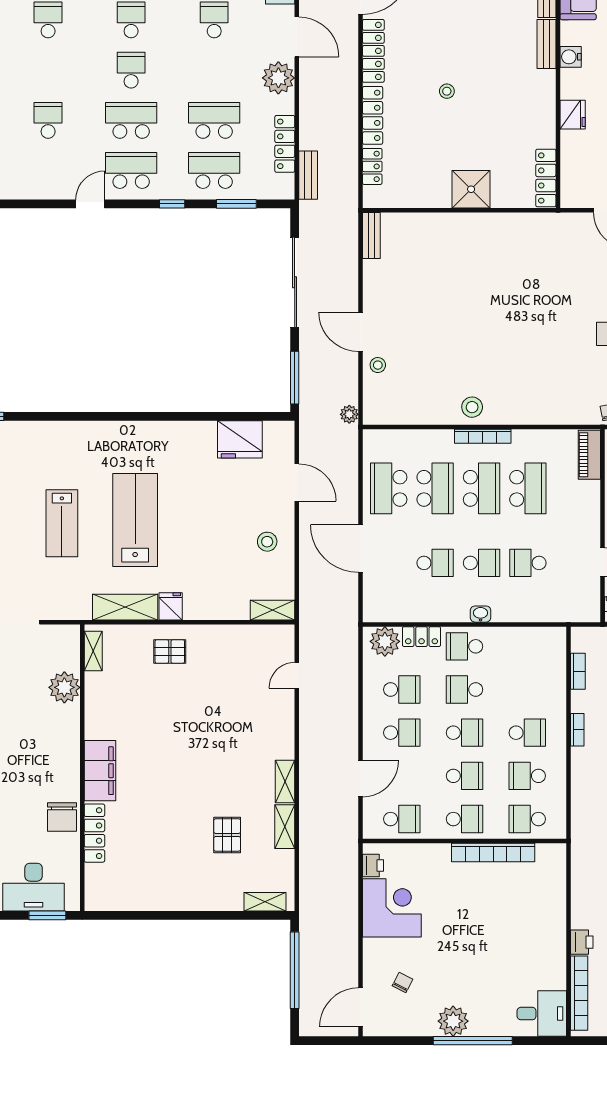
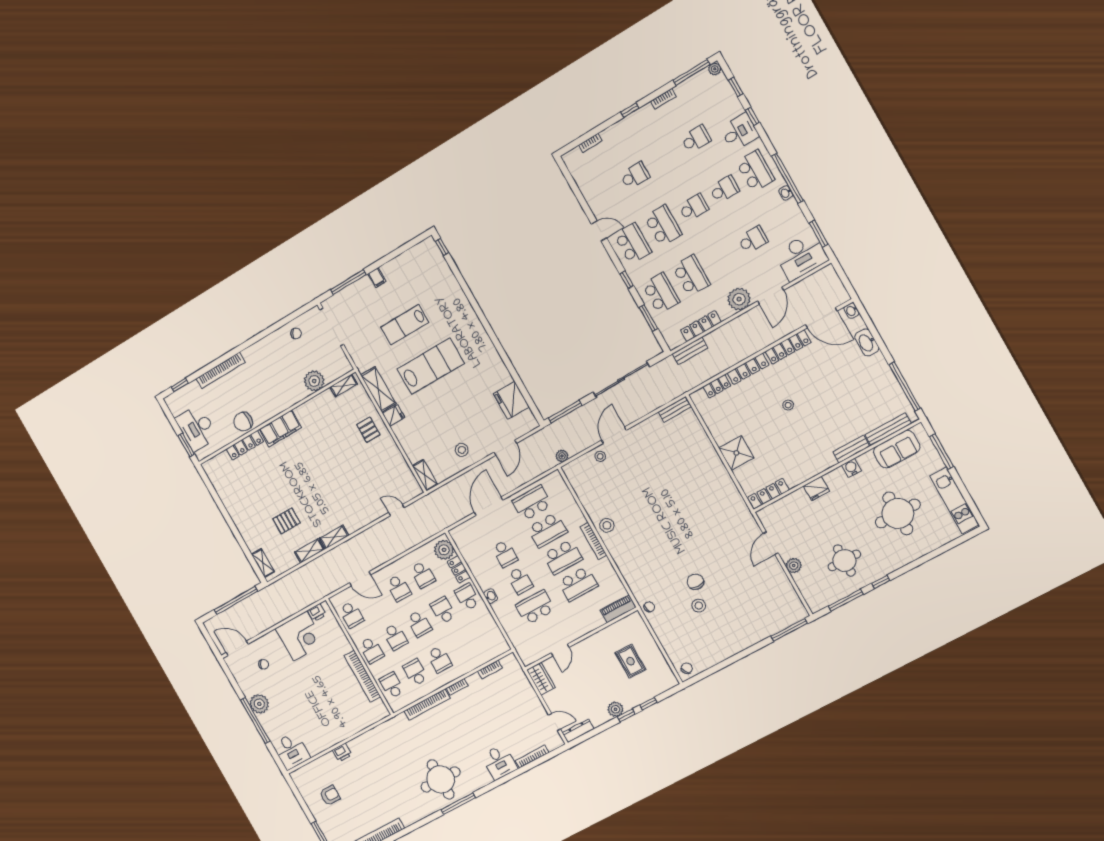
school desk: (528, 563) -> (535, 607), width x1.85
bookcase: (579, 993) -> (427, 705), moved

